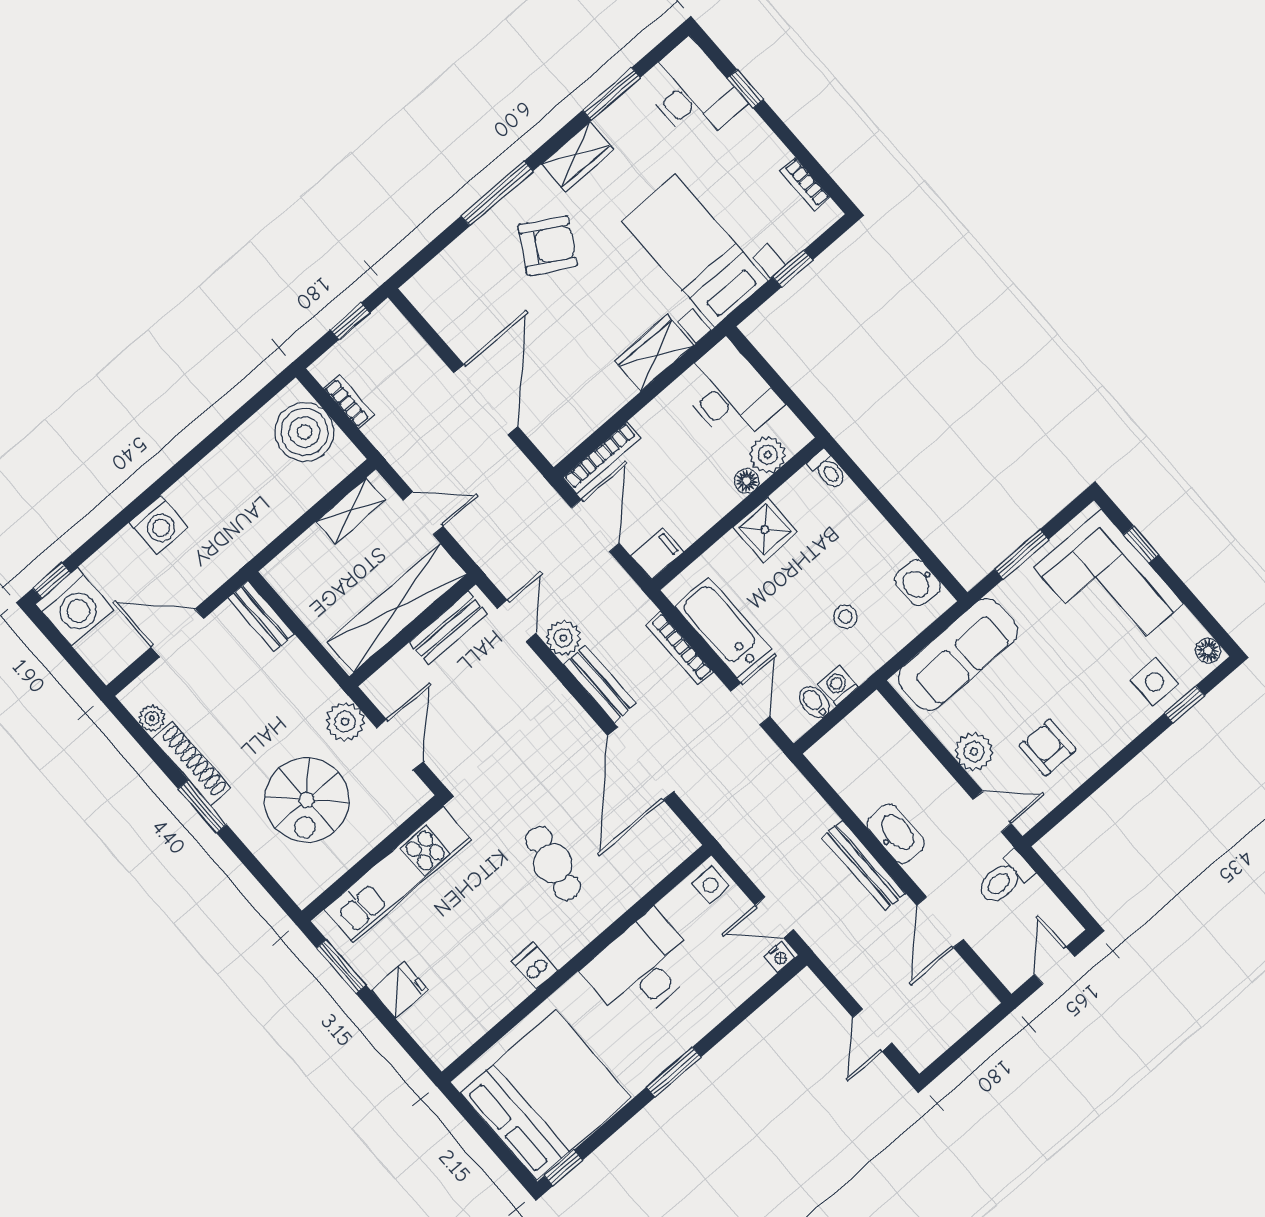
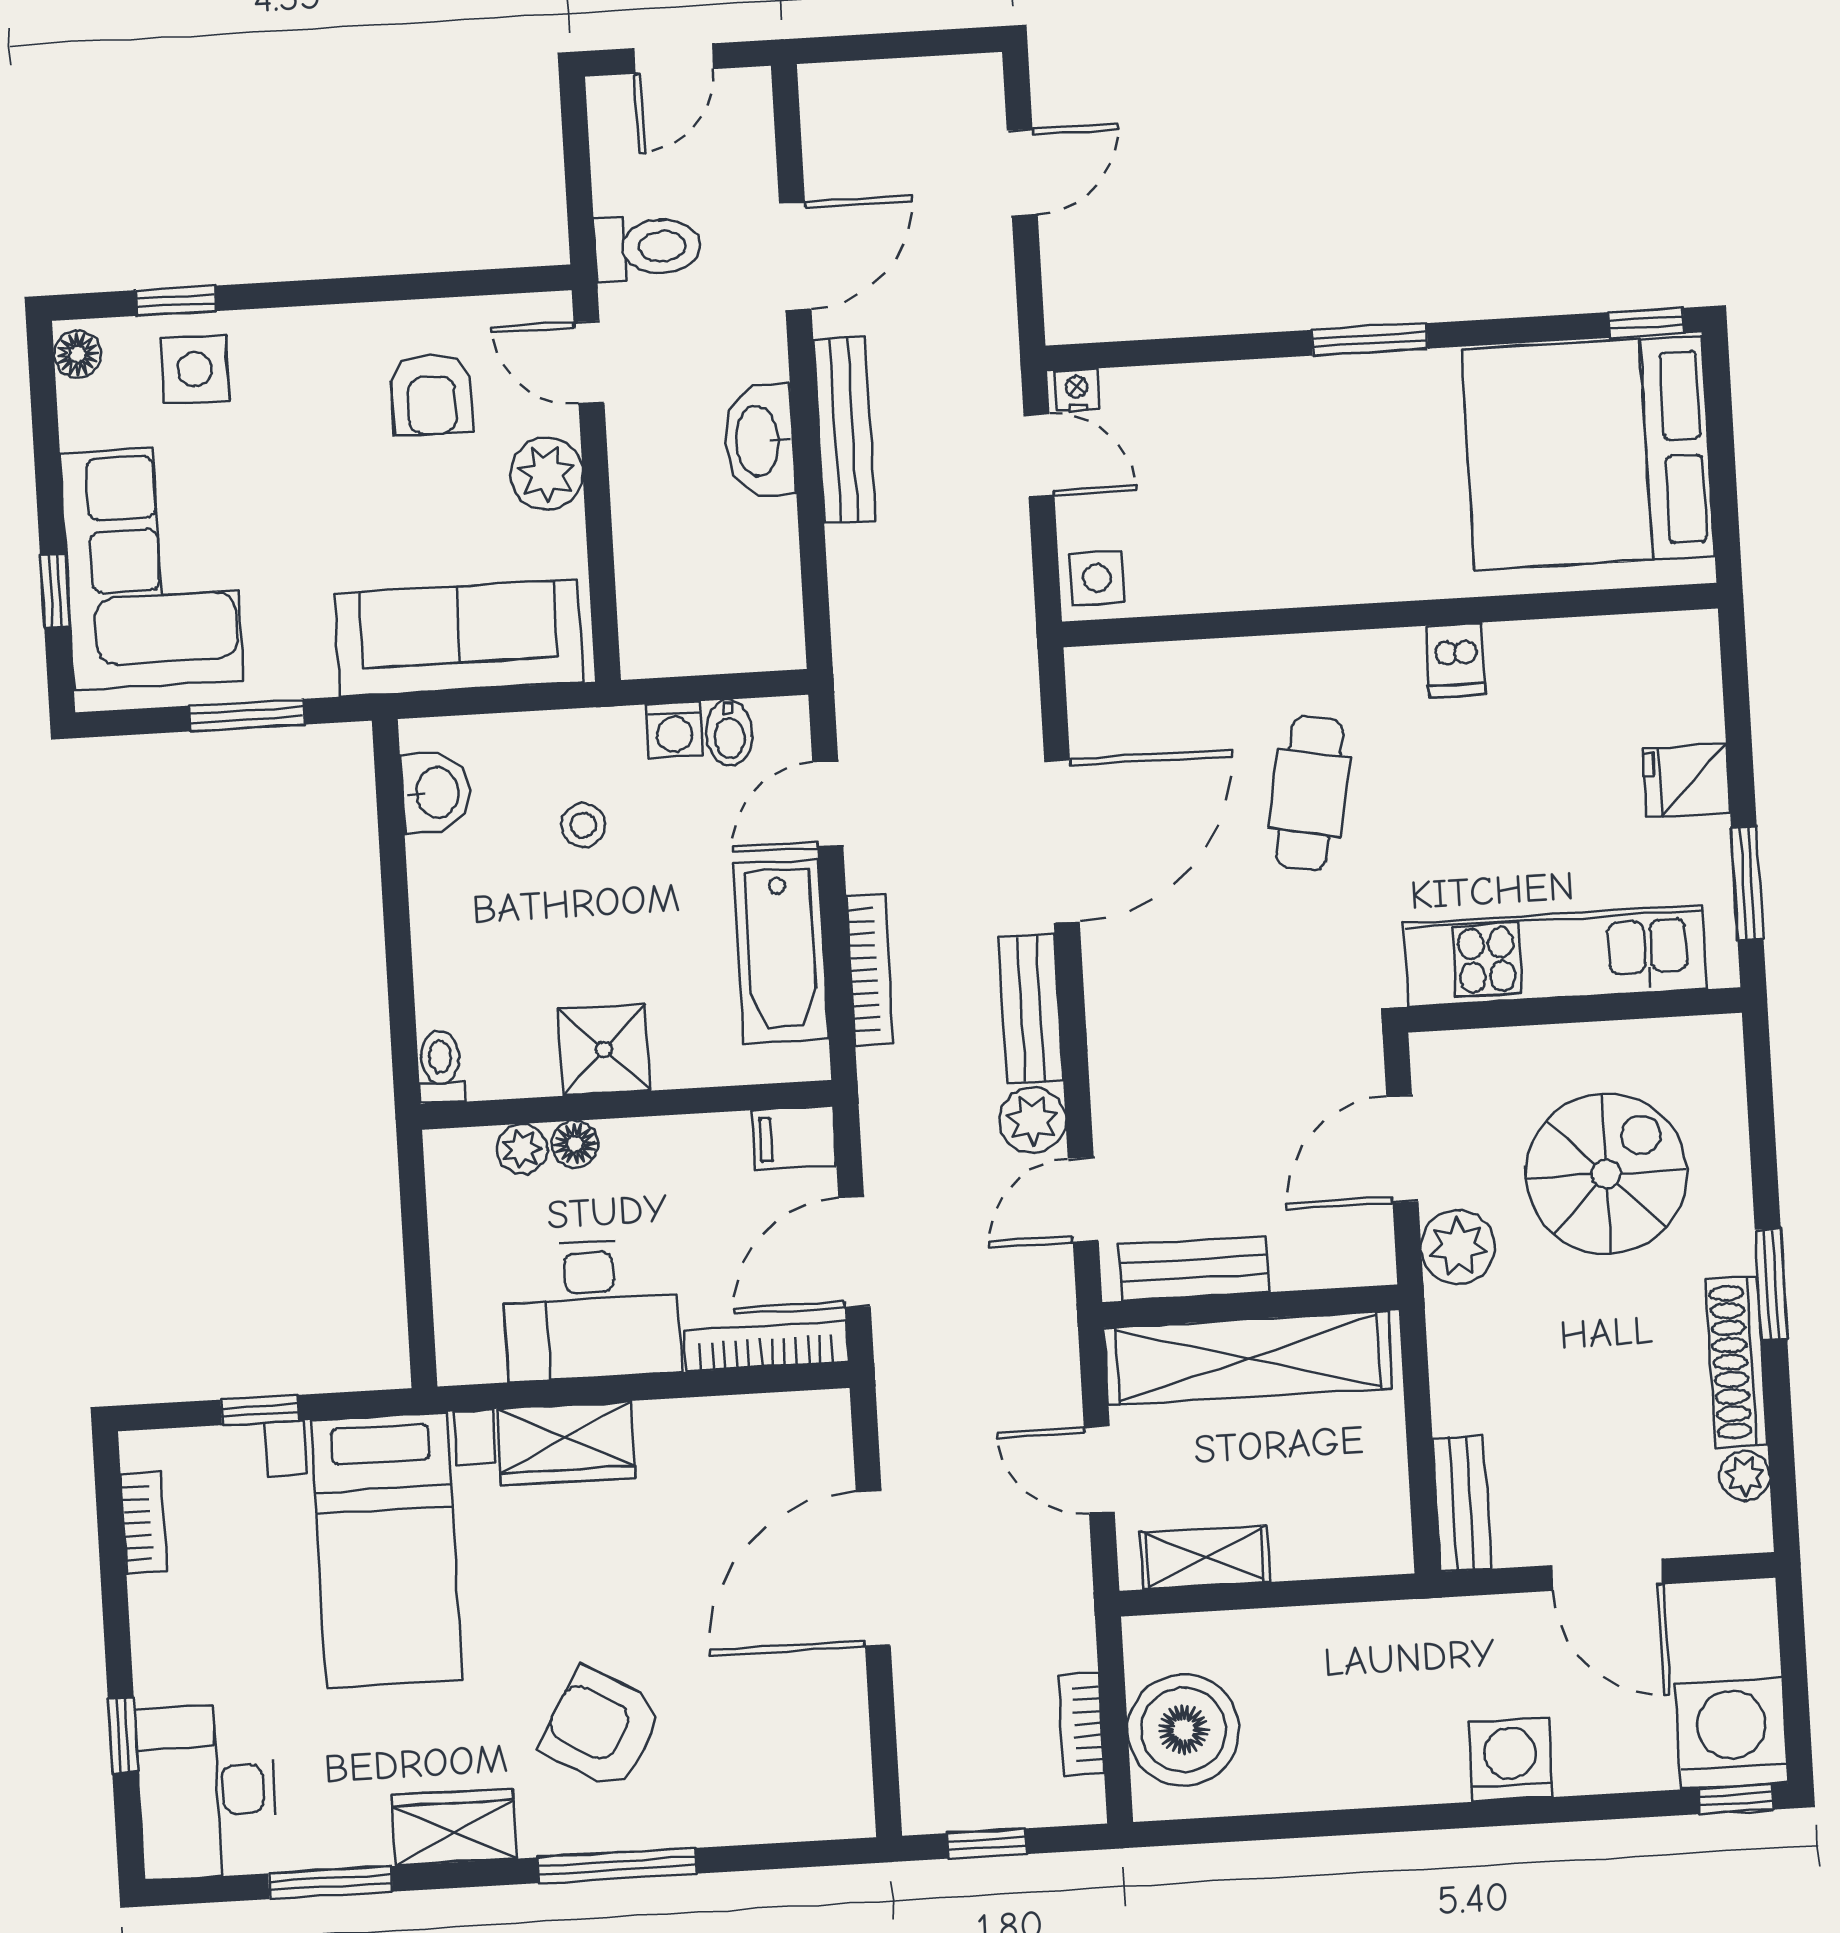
desk: (729, 393) -> (591, 1309), moved, turned -90
plant: (768, 455) -> (522, 1149), width x0.73, depth x0.73
desk: (642, 968) -> (1297, 533), removed

